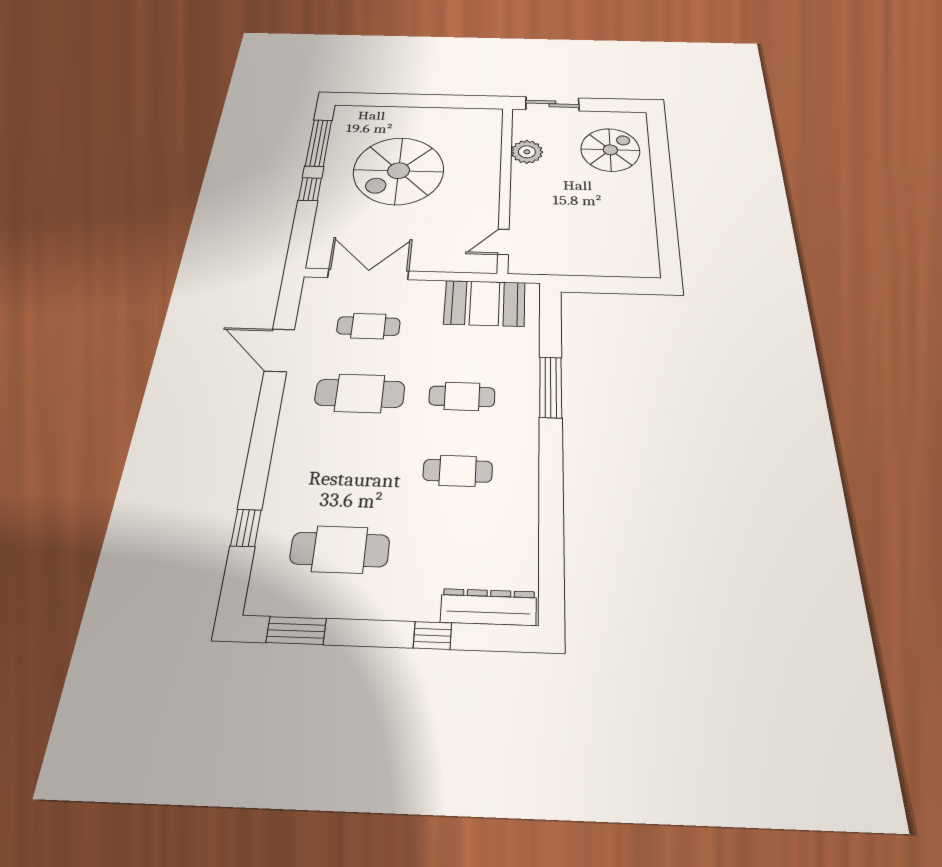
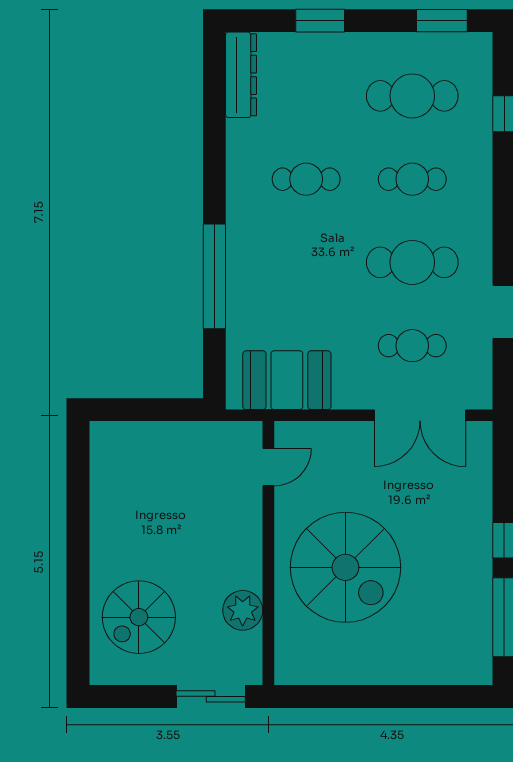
spiral stairs: (398, 171) -> (345, 567), moved, turned 90
window: (551, 387) -> (214, 276), width x1.46
cafe table: (462, 396) -> (412, 179), moved
dresser: (489, 607) -> (241, 75), moved, turned -90
window: (432, 635) -> (320, 21), width x1.50

